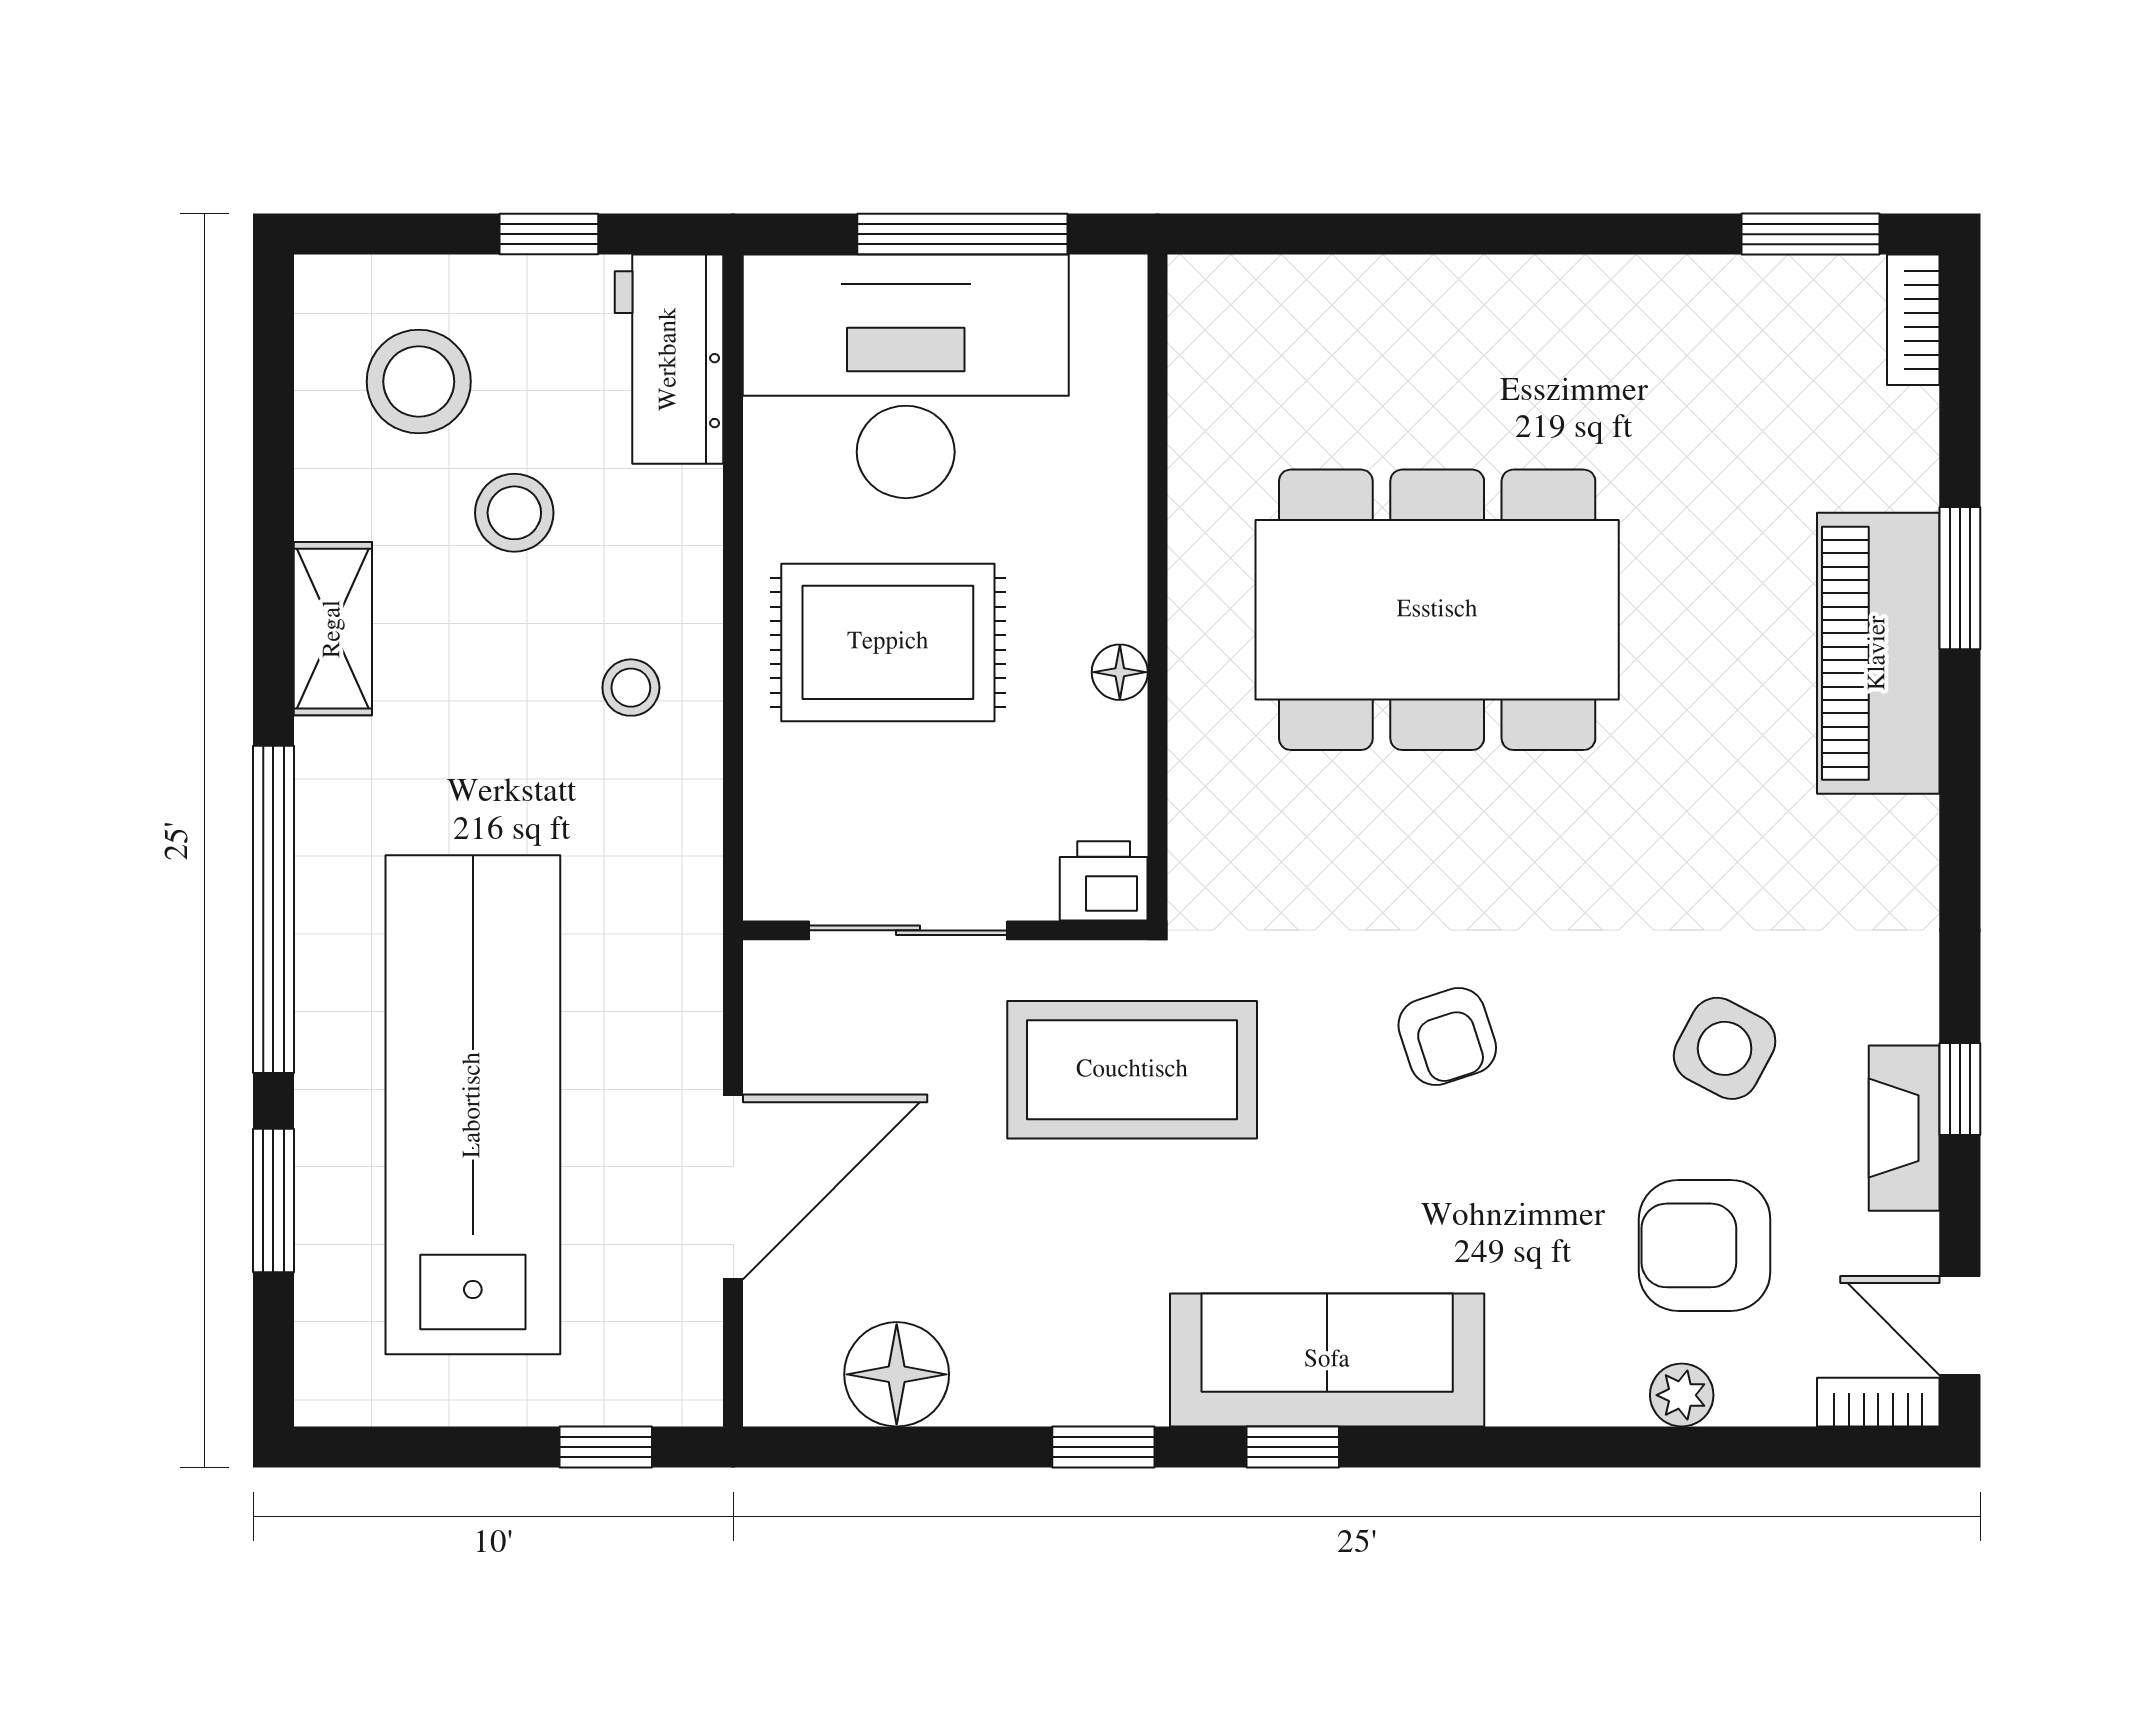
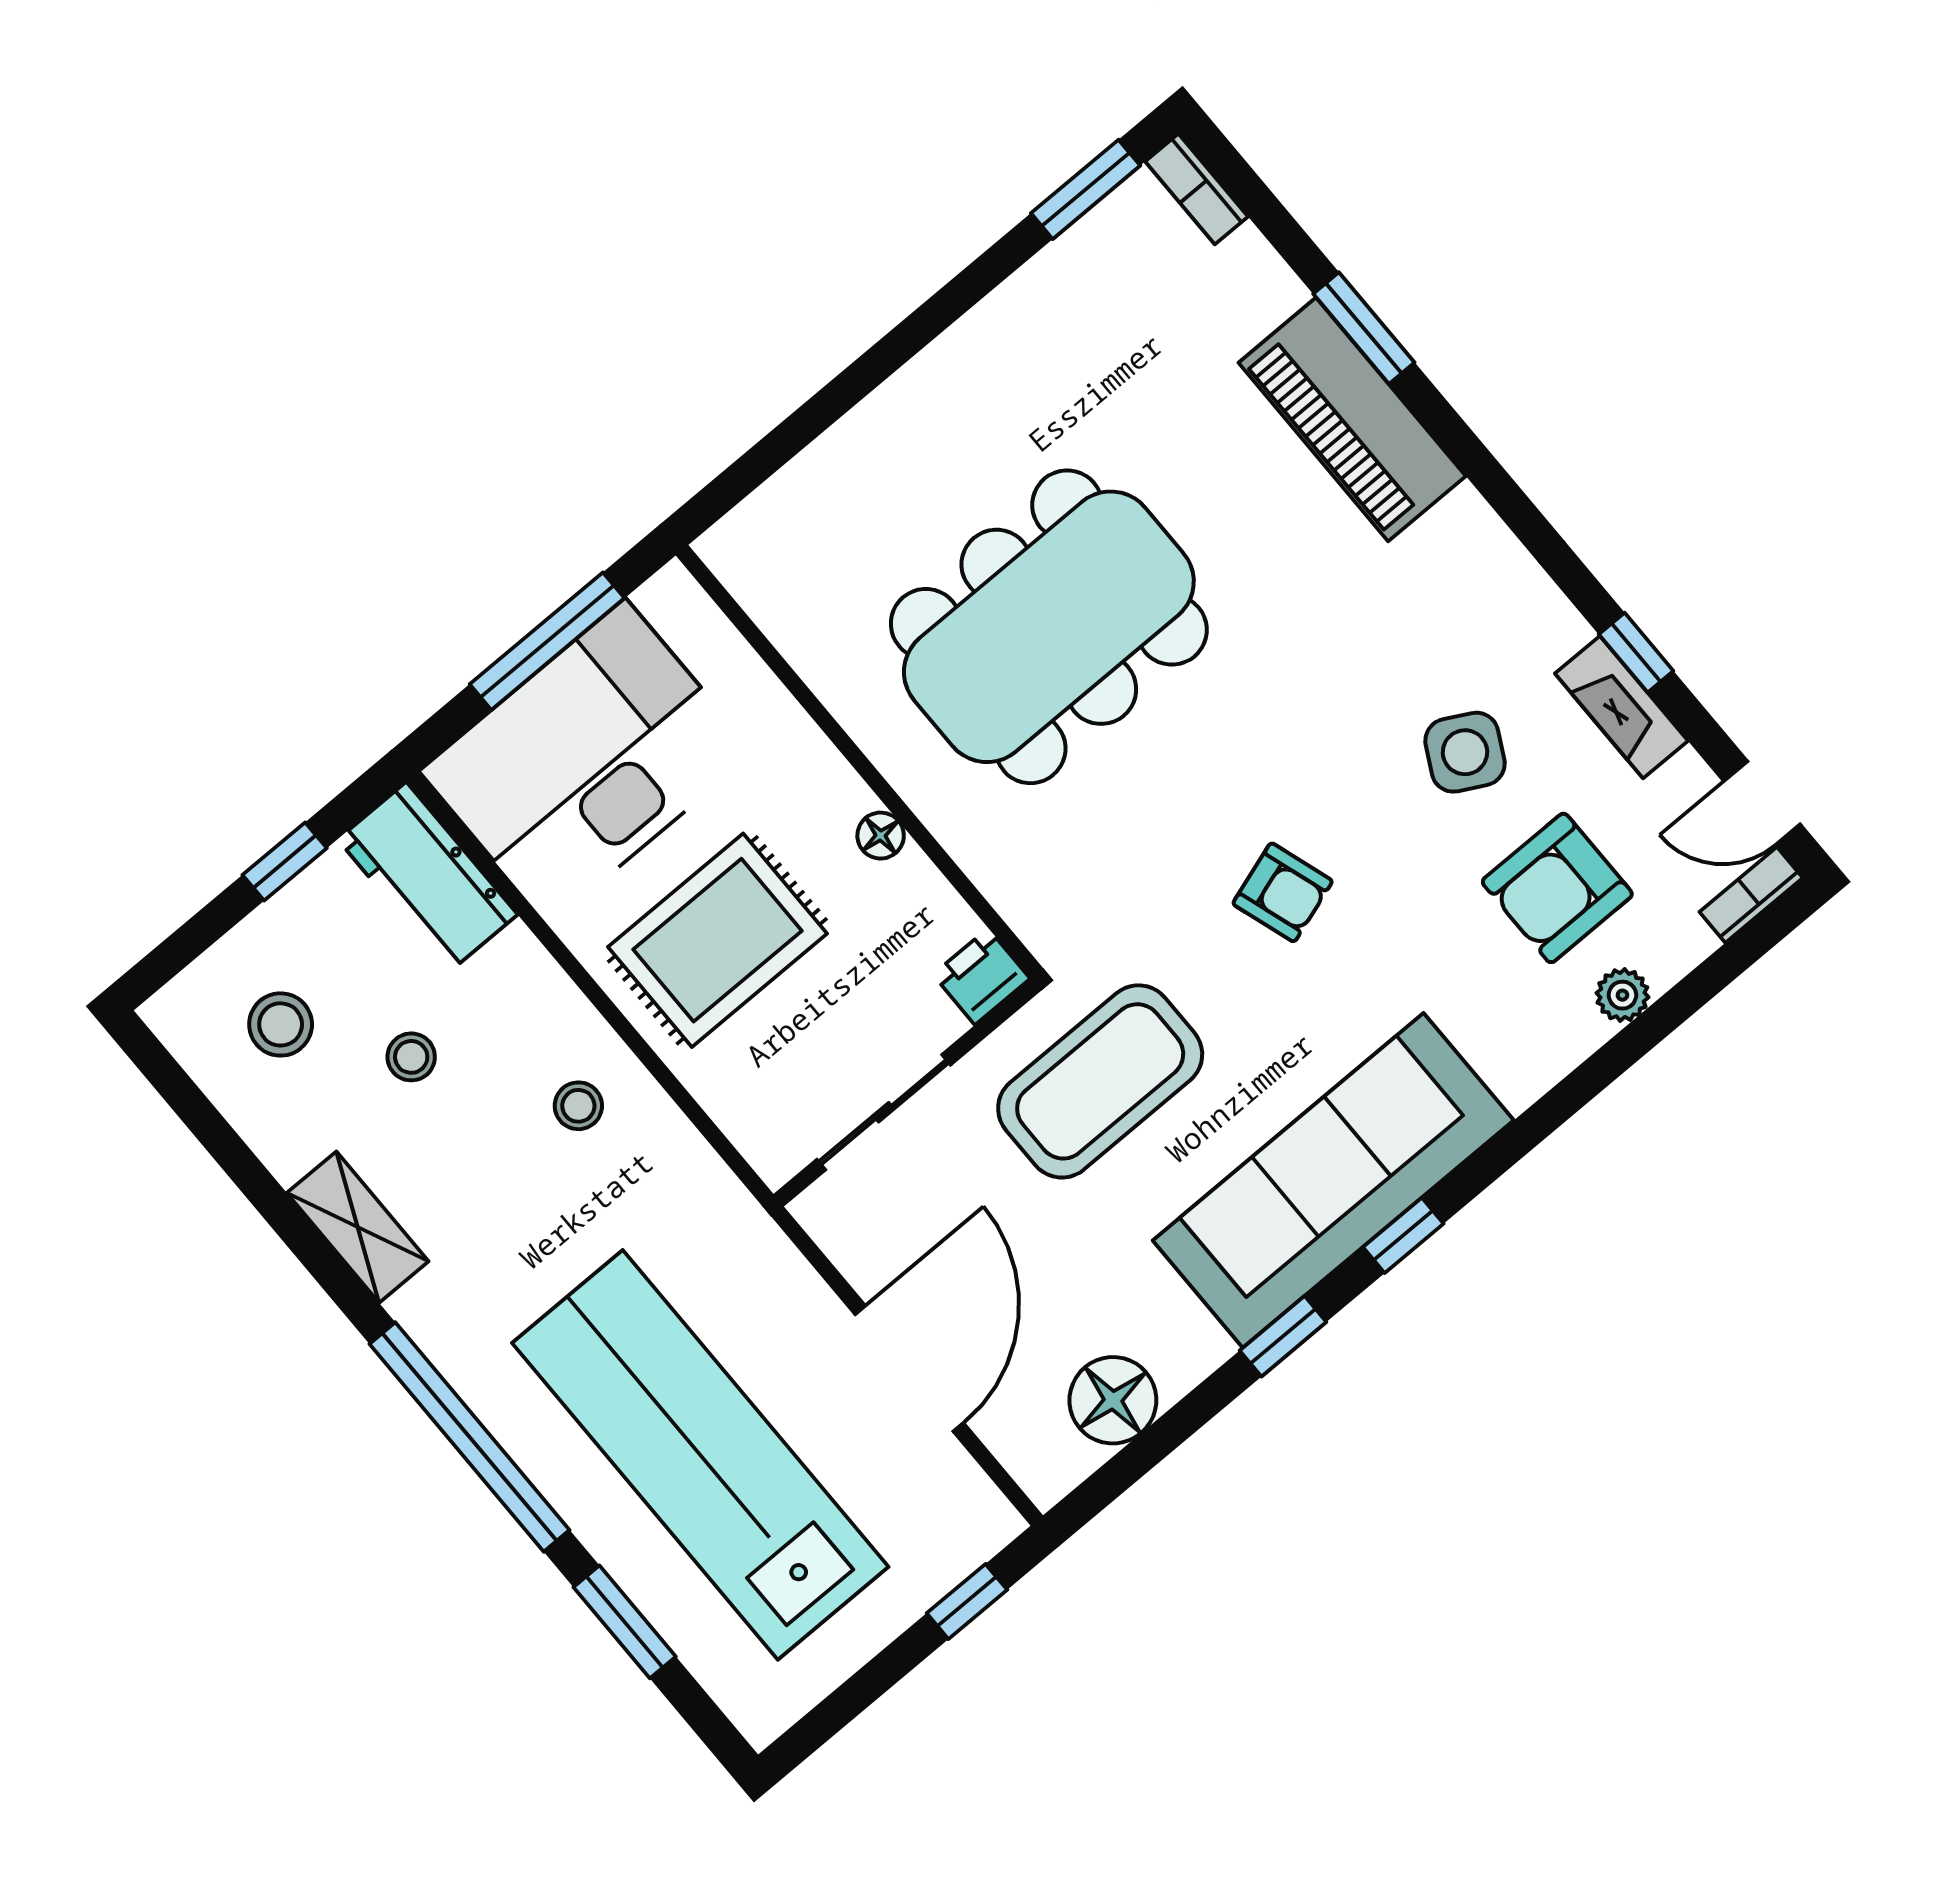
stool: (419, 382) -> (281, 1024), width x0.73, depth x0.73
stool: (514, 513) -> (411, 1057), width x0.73, depth x0.73
sofa: (1327, 1360) -> (1333, 1180), width x1.36, depth x1.27

